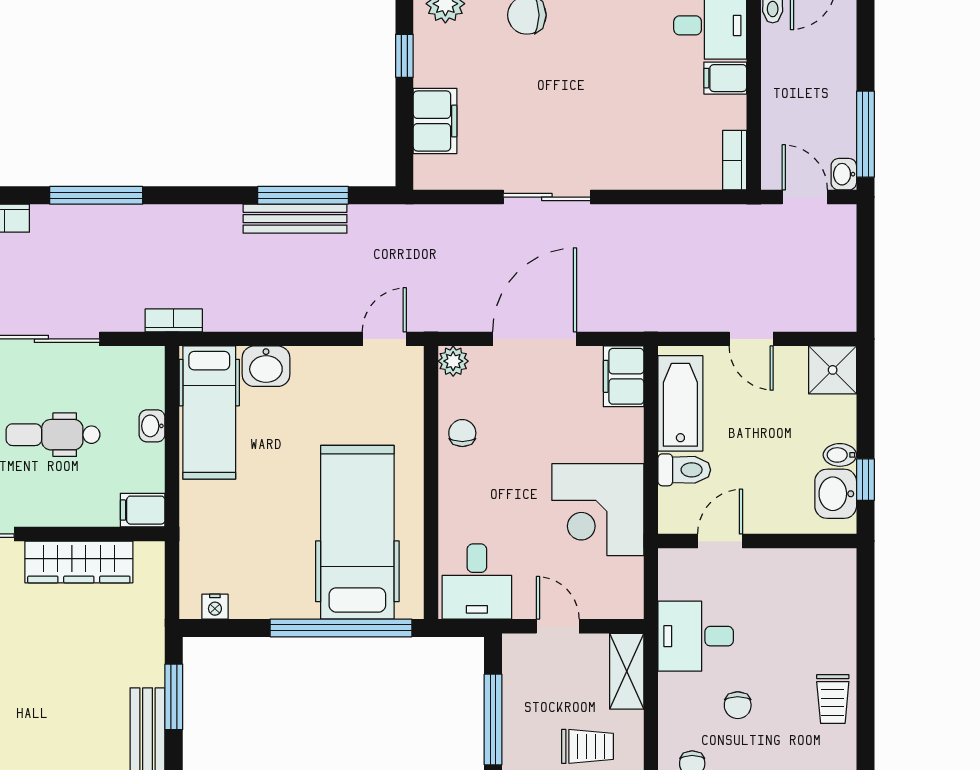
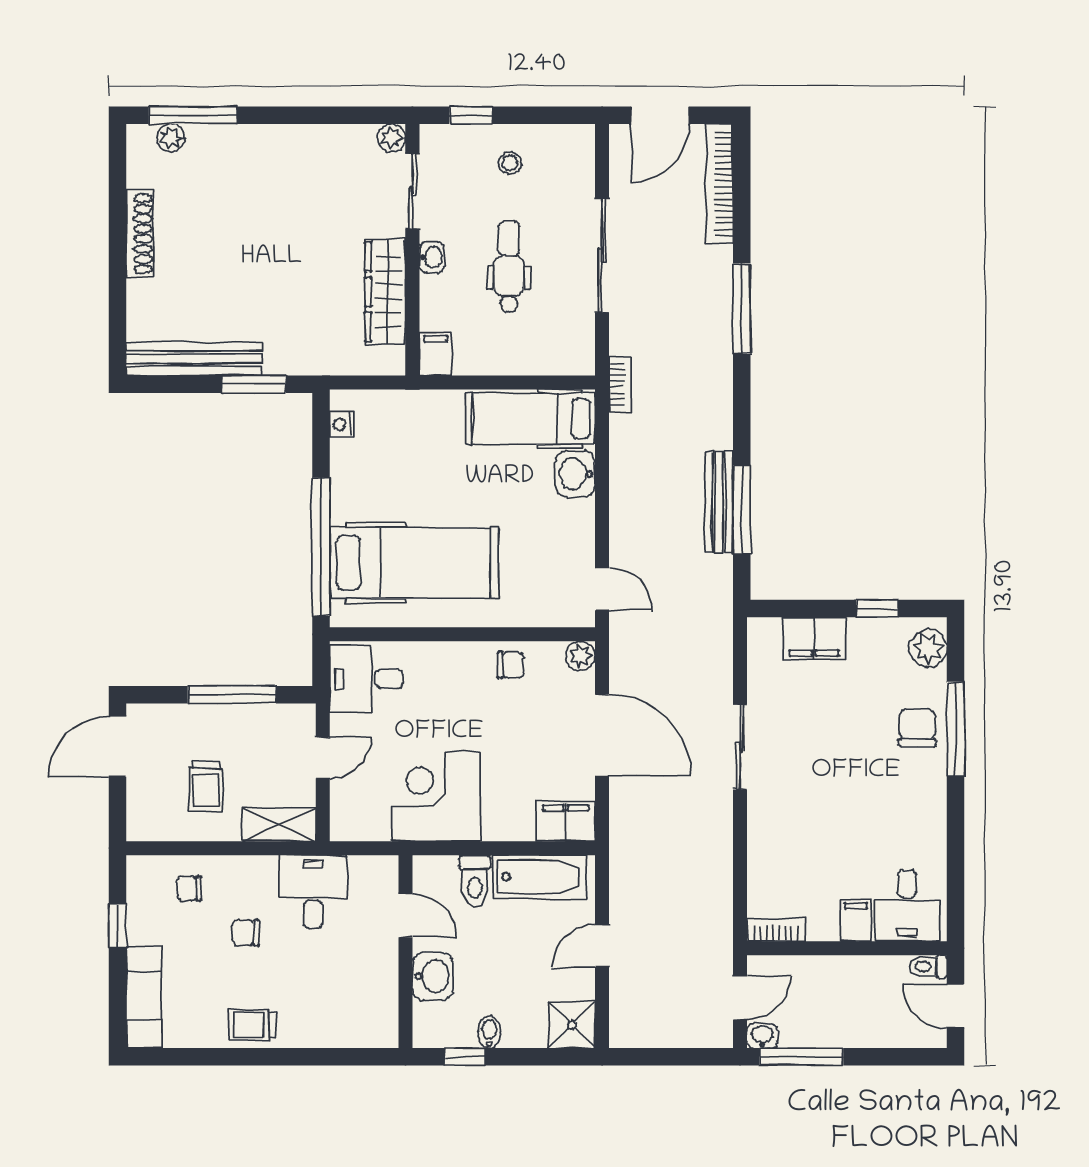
washbasin: (152, 426) -> (432, 257), moved, turned 90
washbasin: (836, 494) -> (433, 976), moved, turned 90

